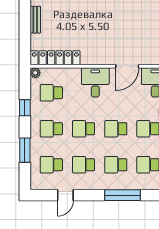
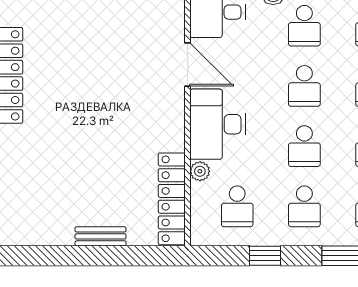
plant: (35, 73) -> (200, 171), moved
desk: (95, 82) -> (218, 124), width x1.37

